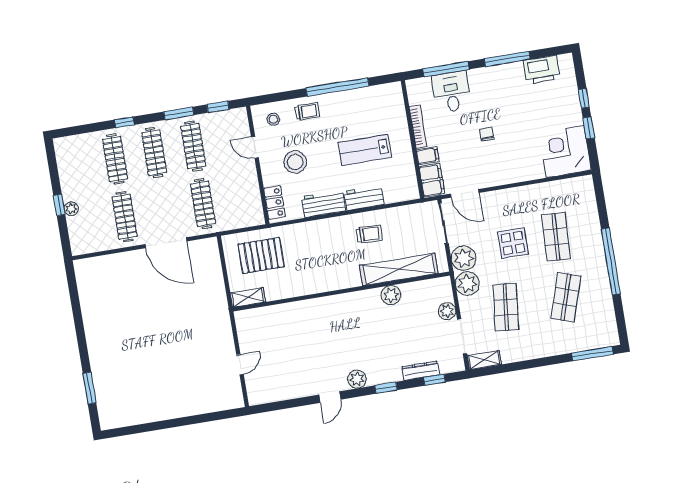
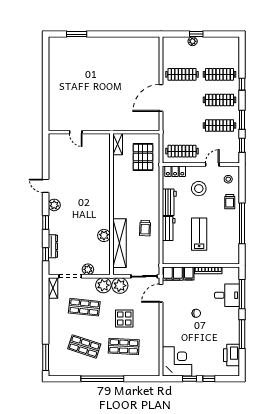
clothes rail: (203, 204) -> (182, 151), moved

